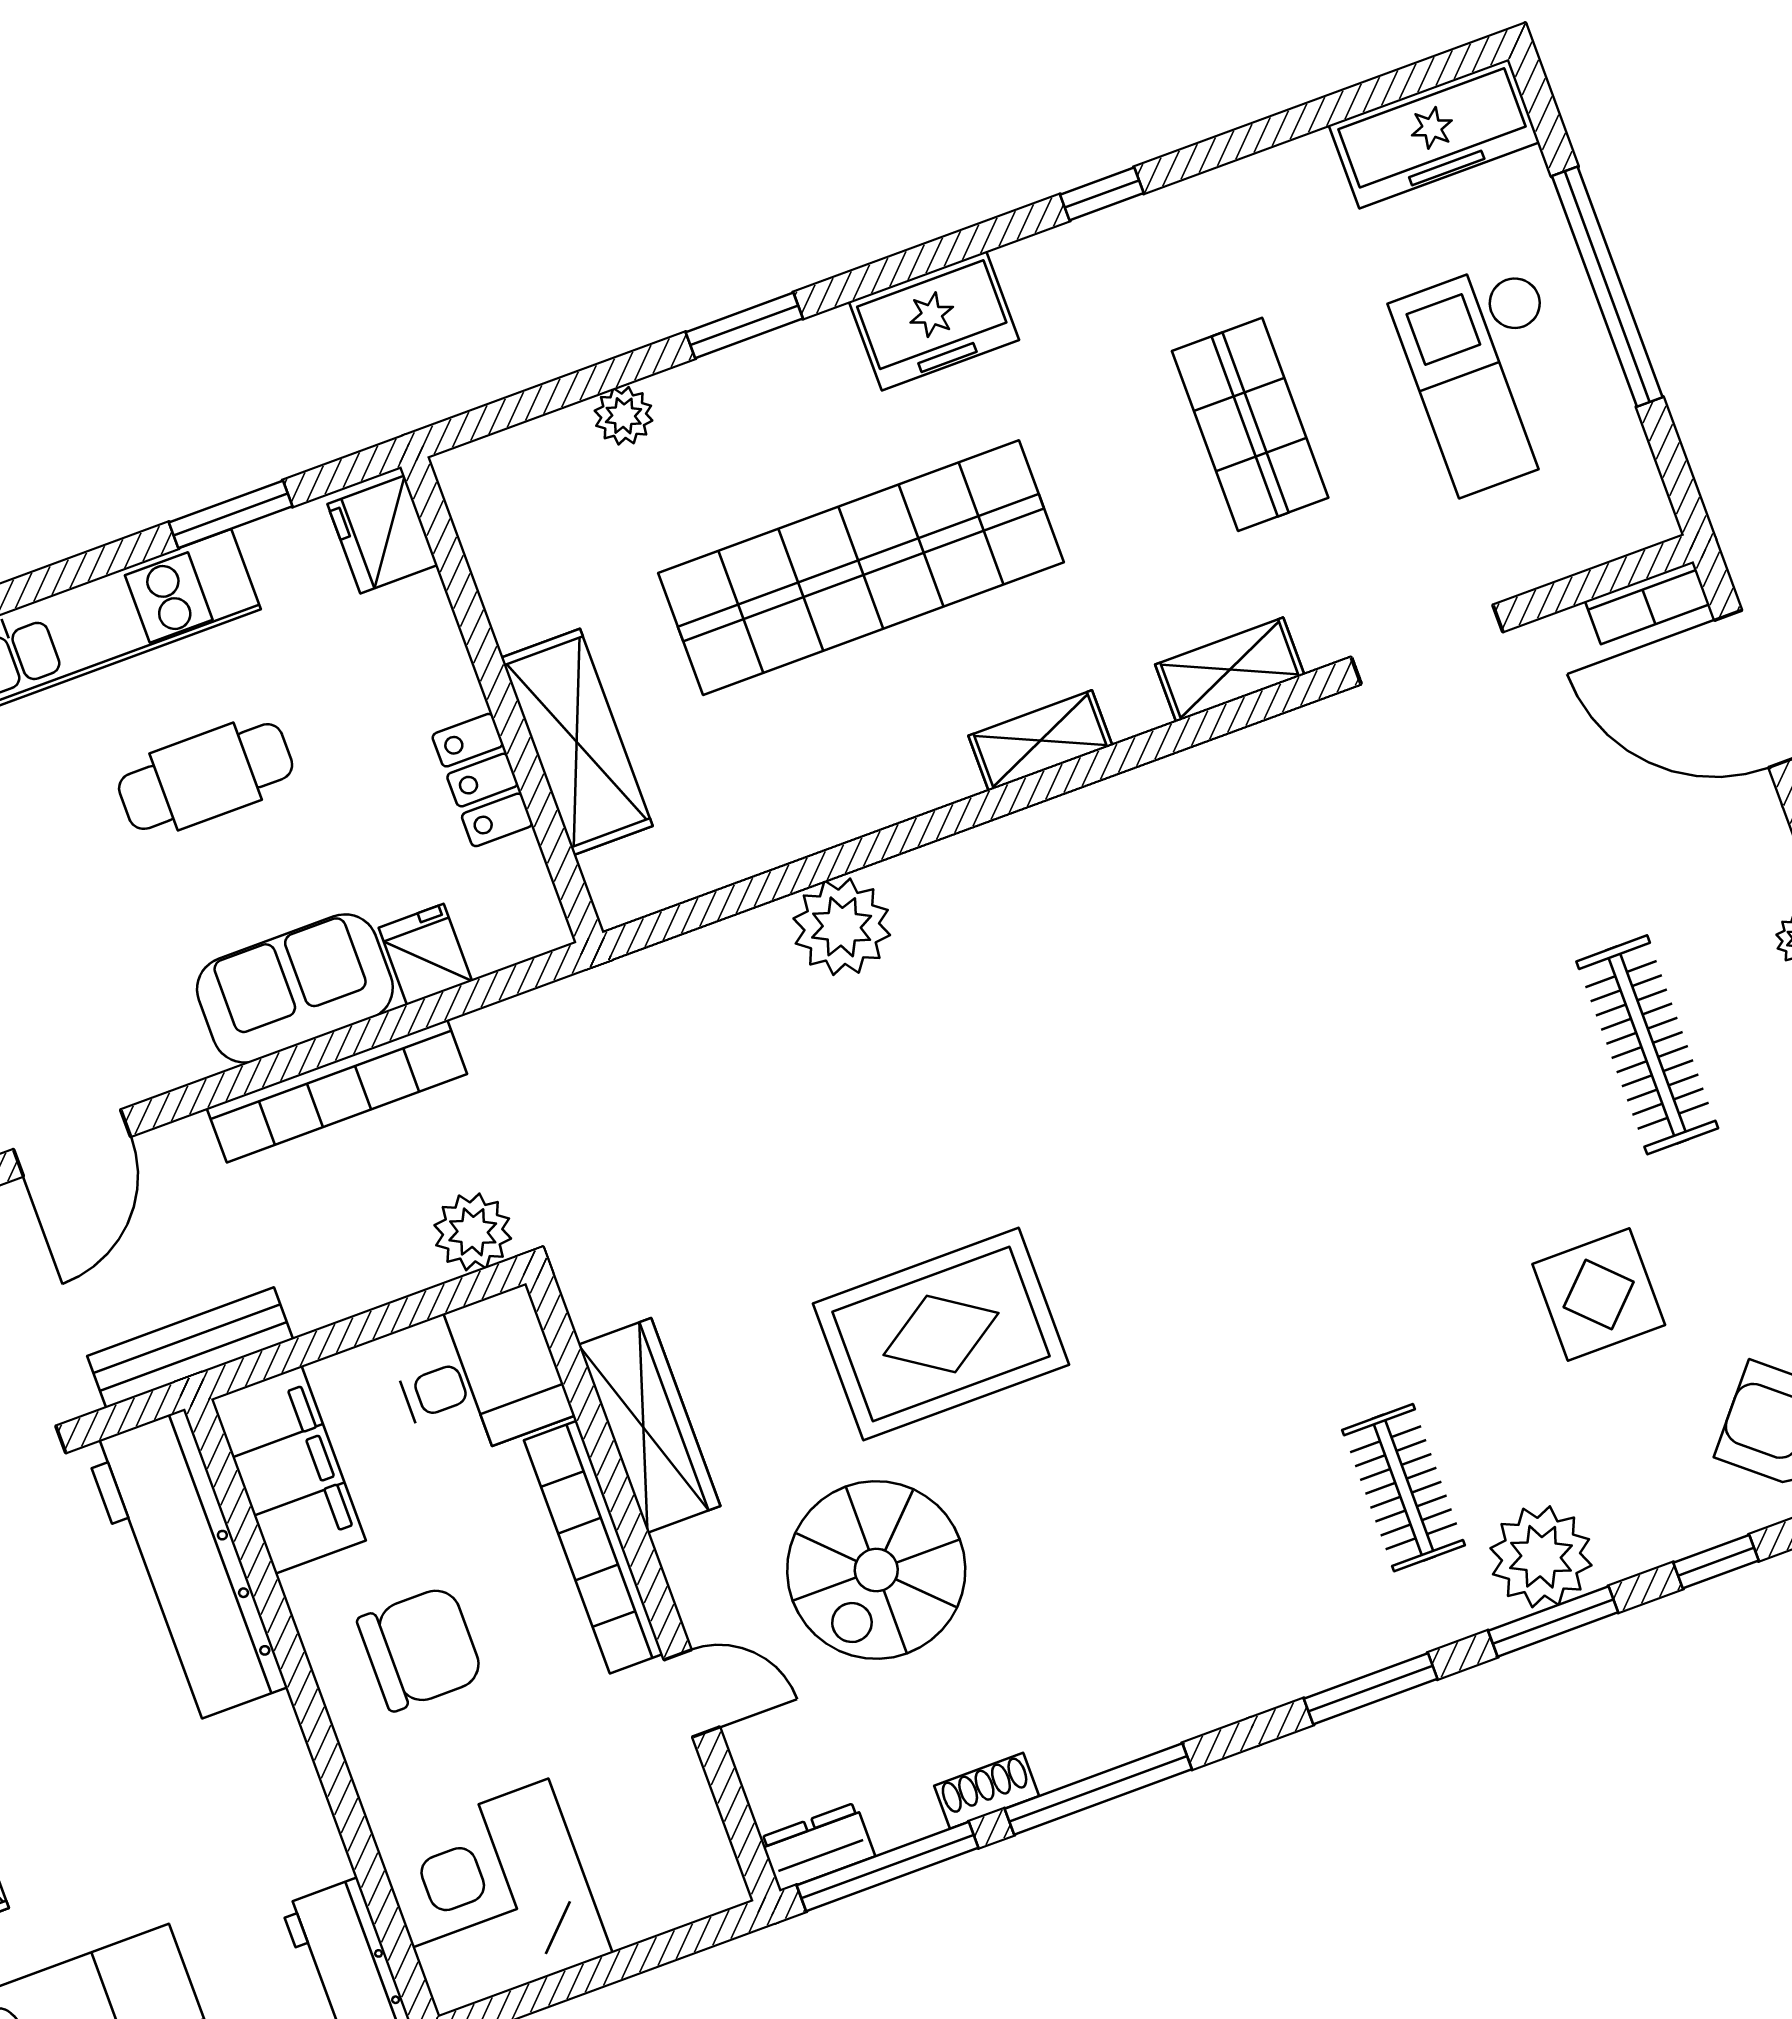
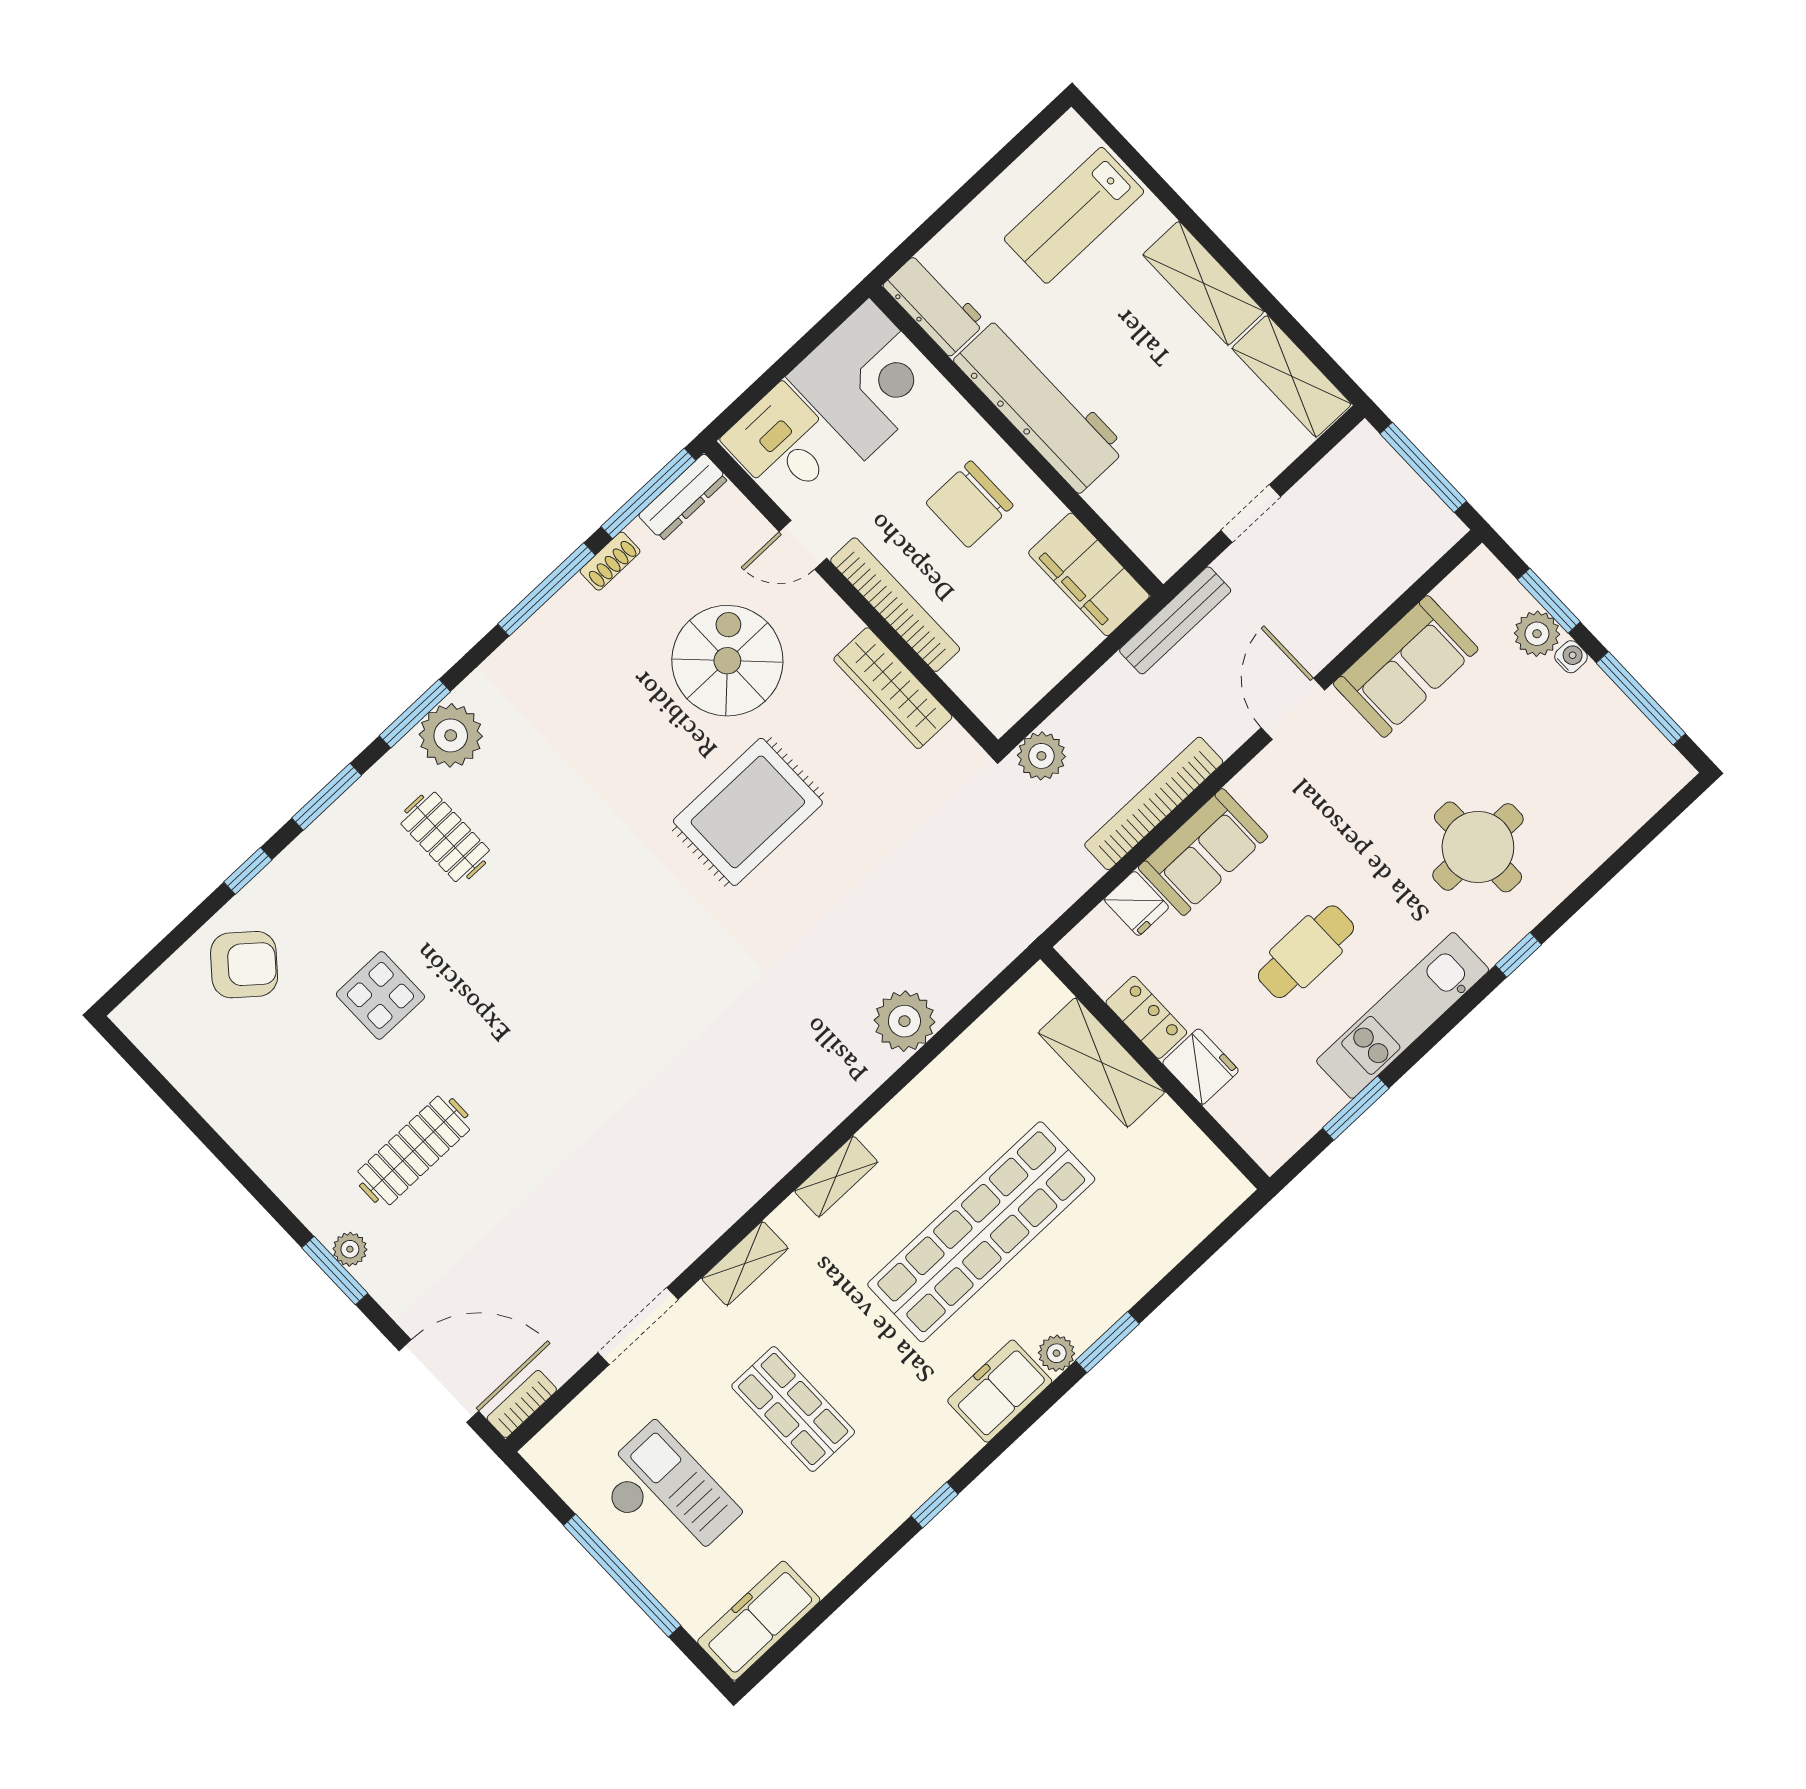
plant: (624, 416) -> (1057, 1353), moved
fridge: (382, 535) -> (1200, 1067), moved
clothes rail: (1647, 1045) -> (414, 1150), turned 90
desk: (479, 1376) -> (783, 444), moved, turned 90
plant: (1541, 1557) -> (451, 735), moved
workbench: (185, 1567) -> (1040, 404), moved
dresser: (818, 1847) -> (683, 497), width x1.44

